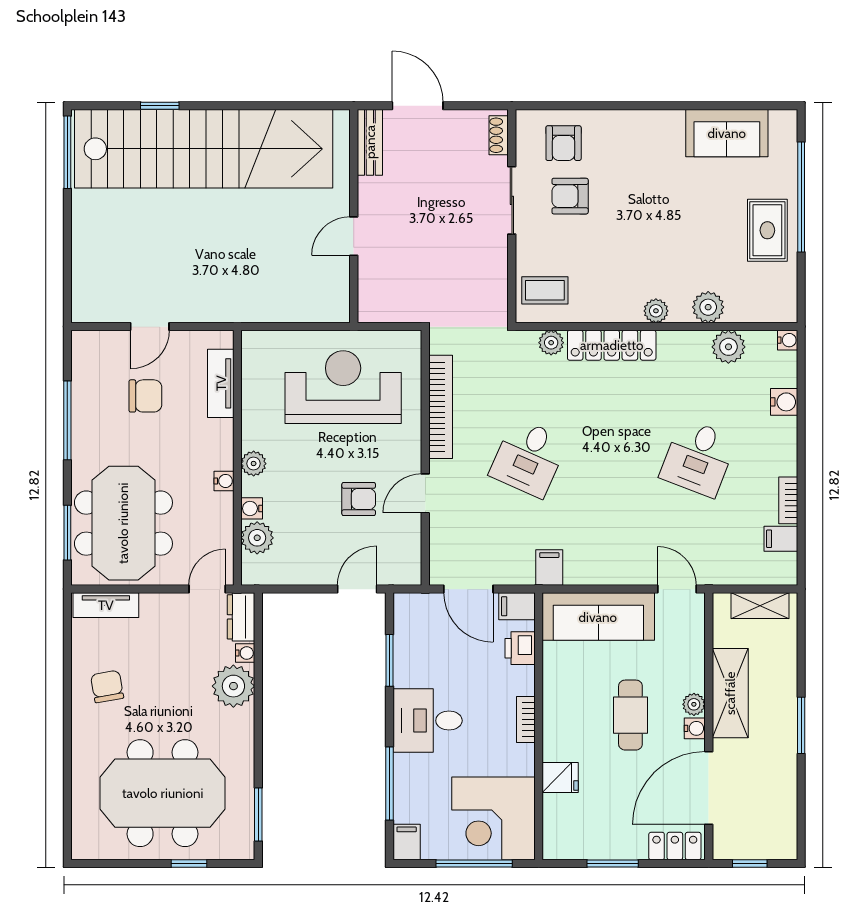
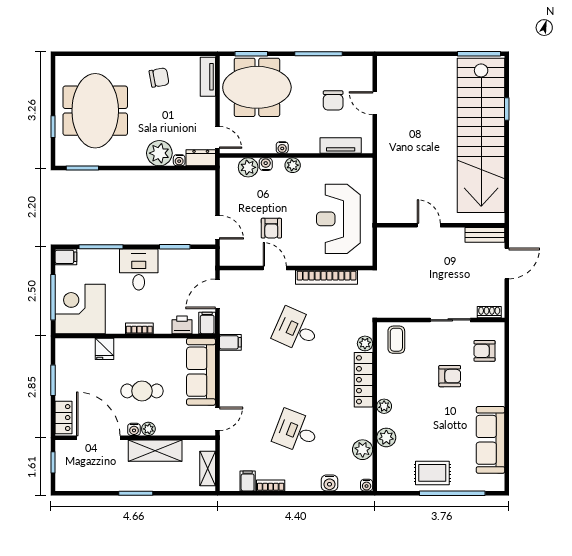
sofa: (727, 133) -> (490, 440), width x1.36
armchair: (570, 196) -> (450, 376), moved, turned 90
reception desk: (343, 387) -> (338, 219), turned 180

